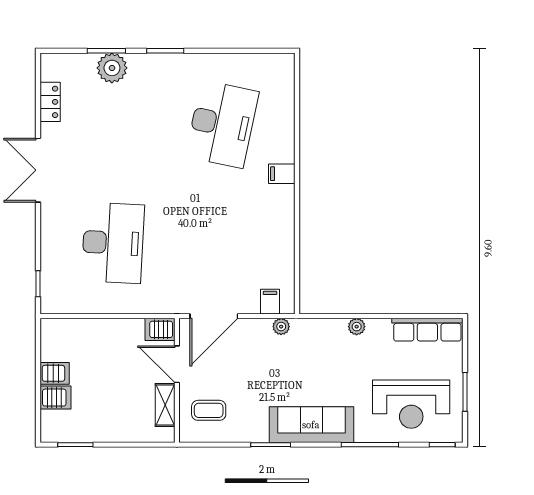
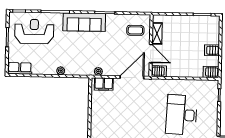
filing cabinet: (270, 302) -> (104, 84), width x2.00
row of seats: (427, 330) -> (20, 68), width x0.68
server rack: (55, 398) -> (211, 72), moved

